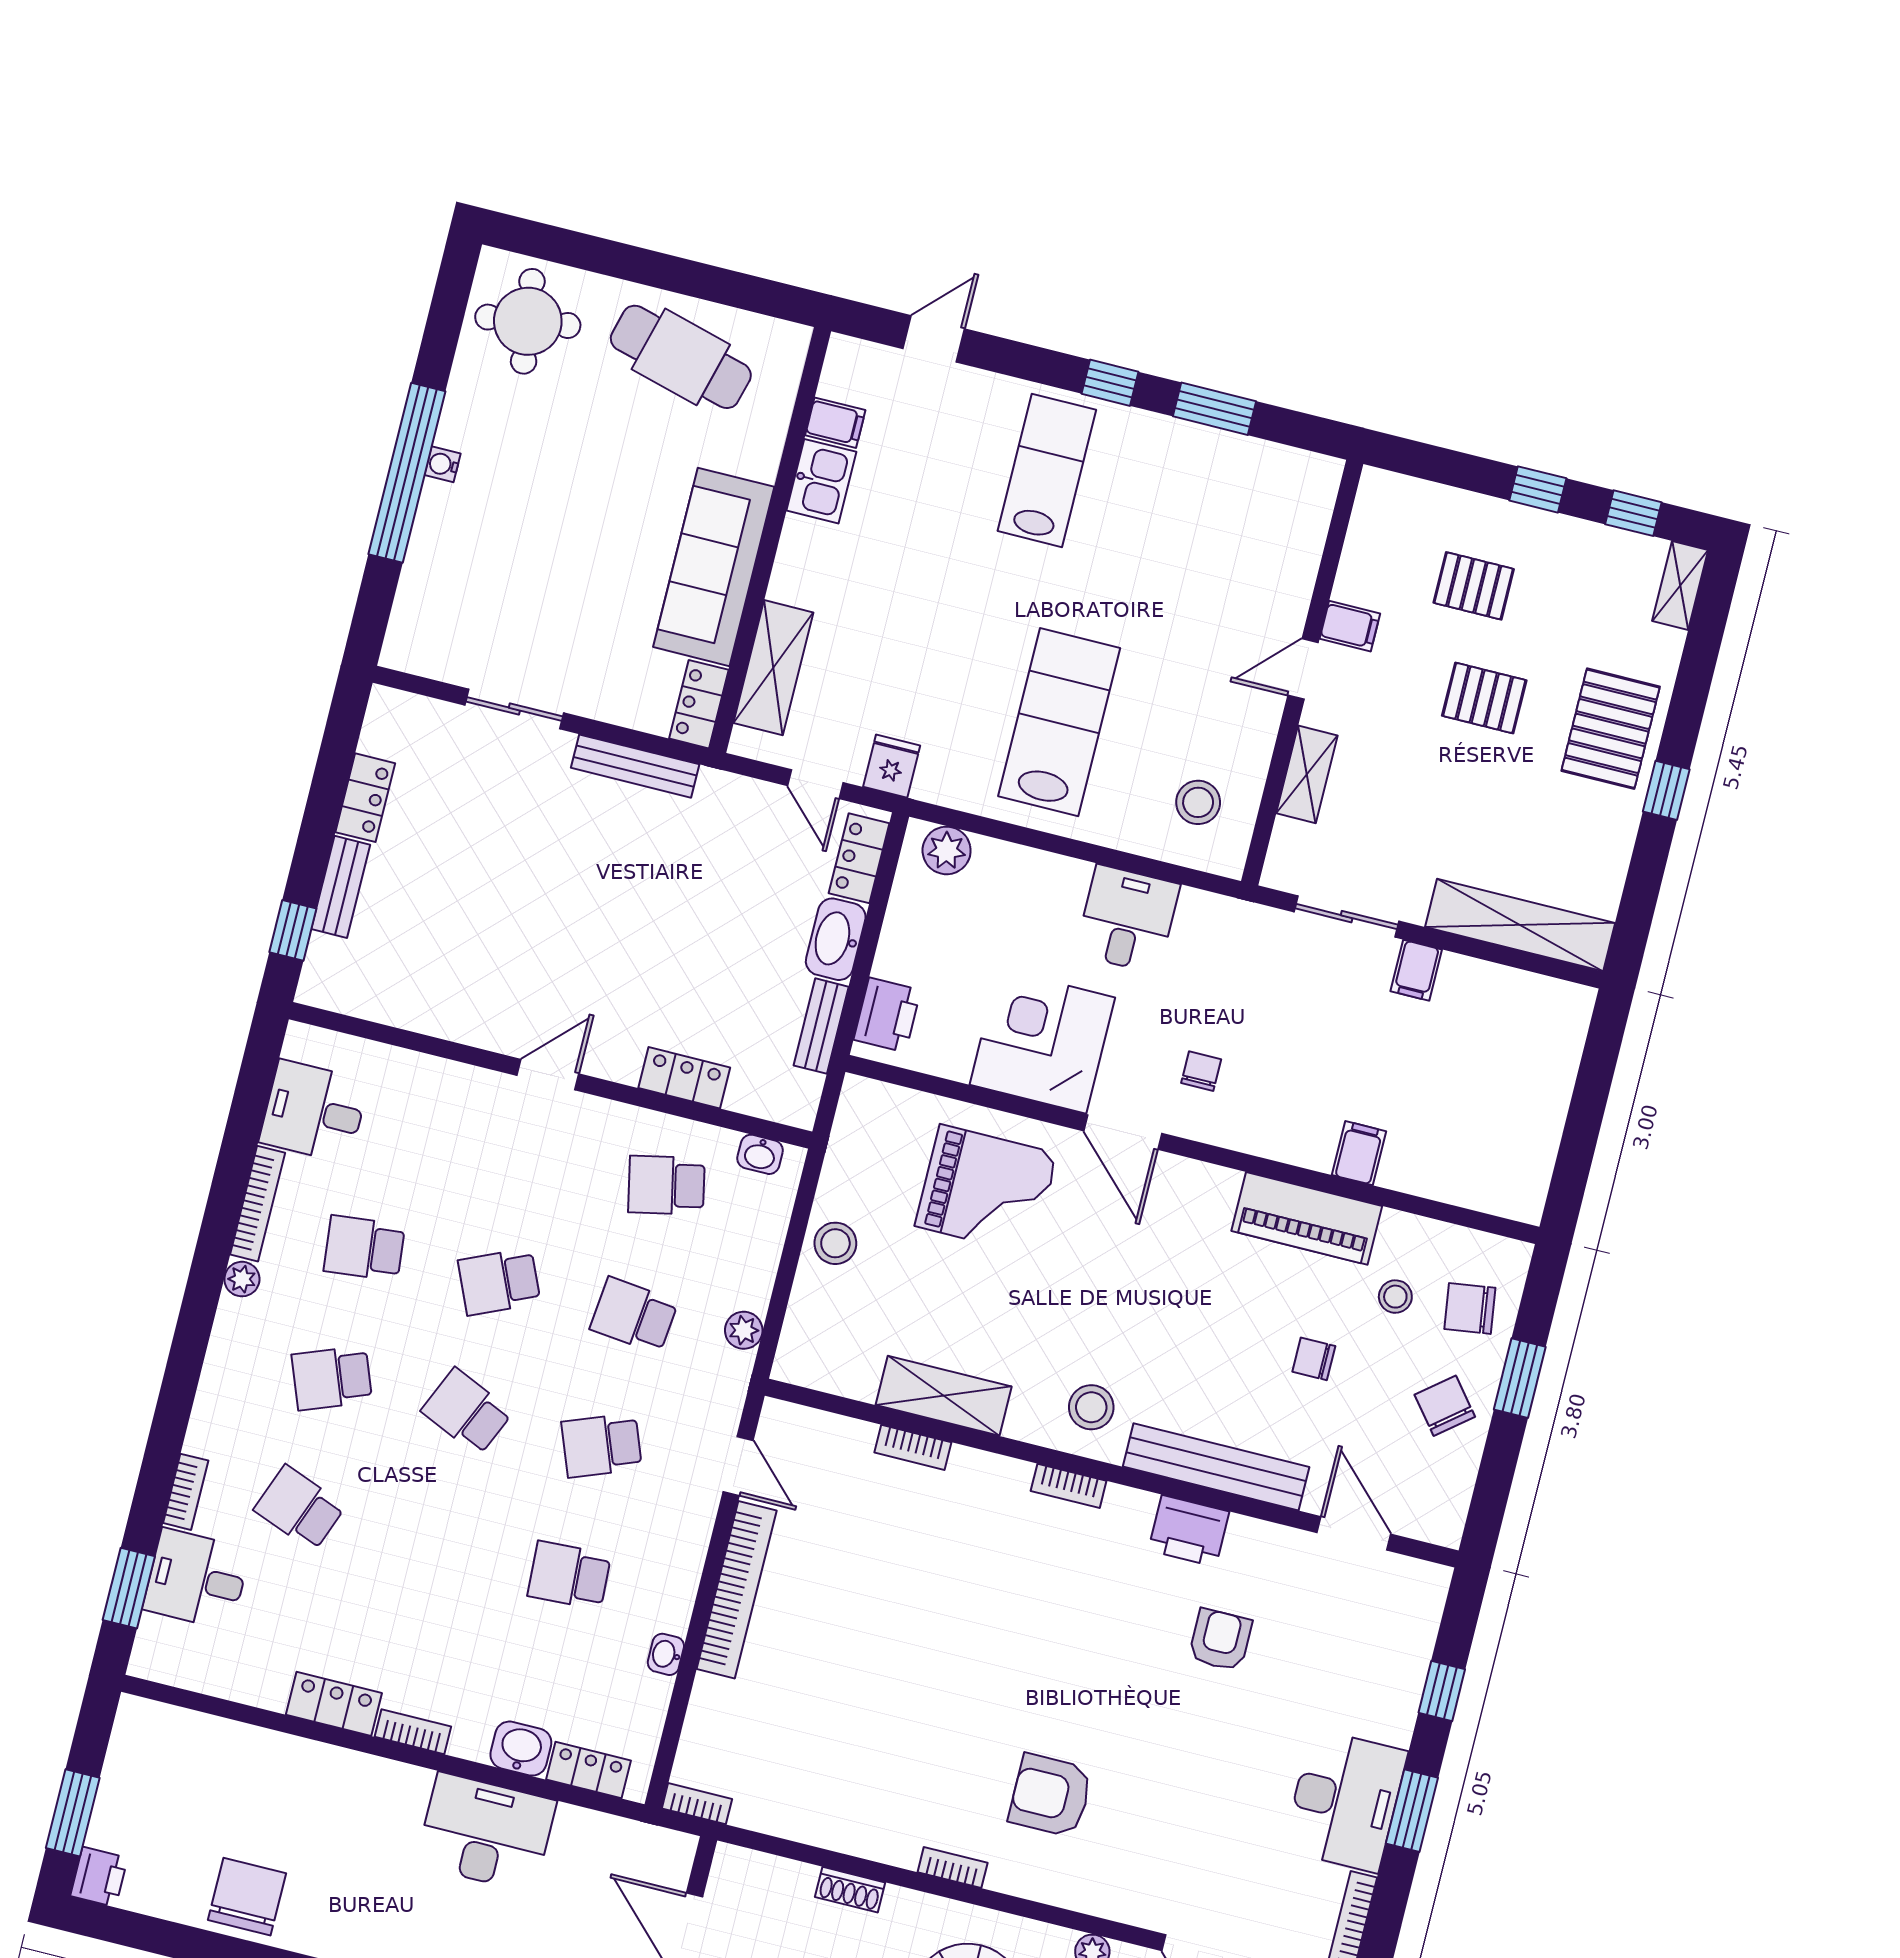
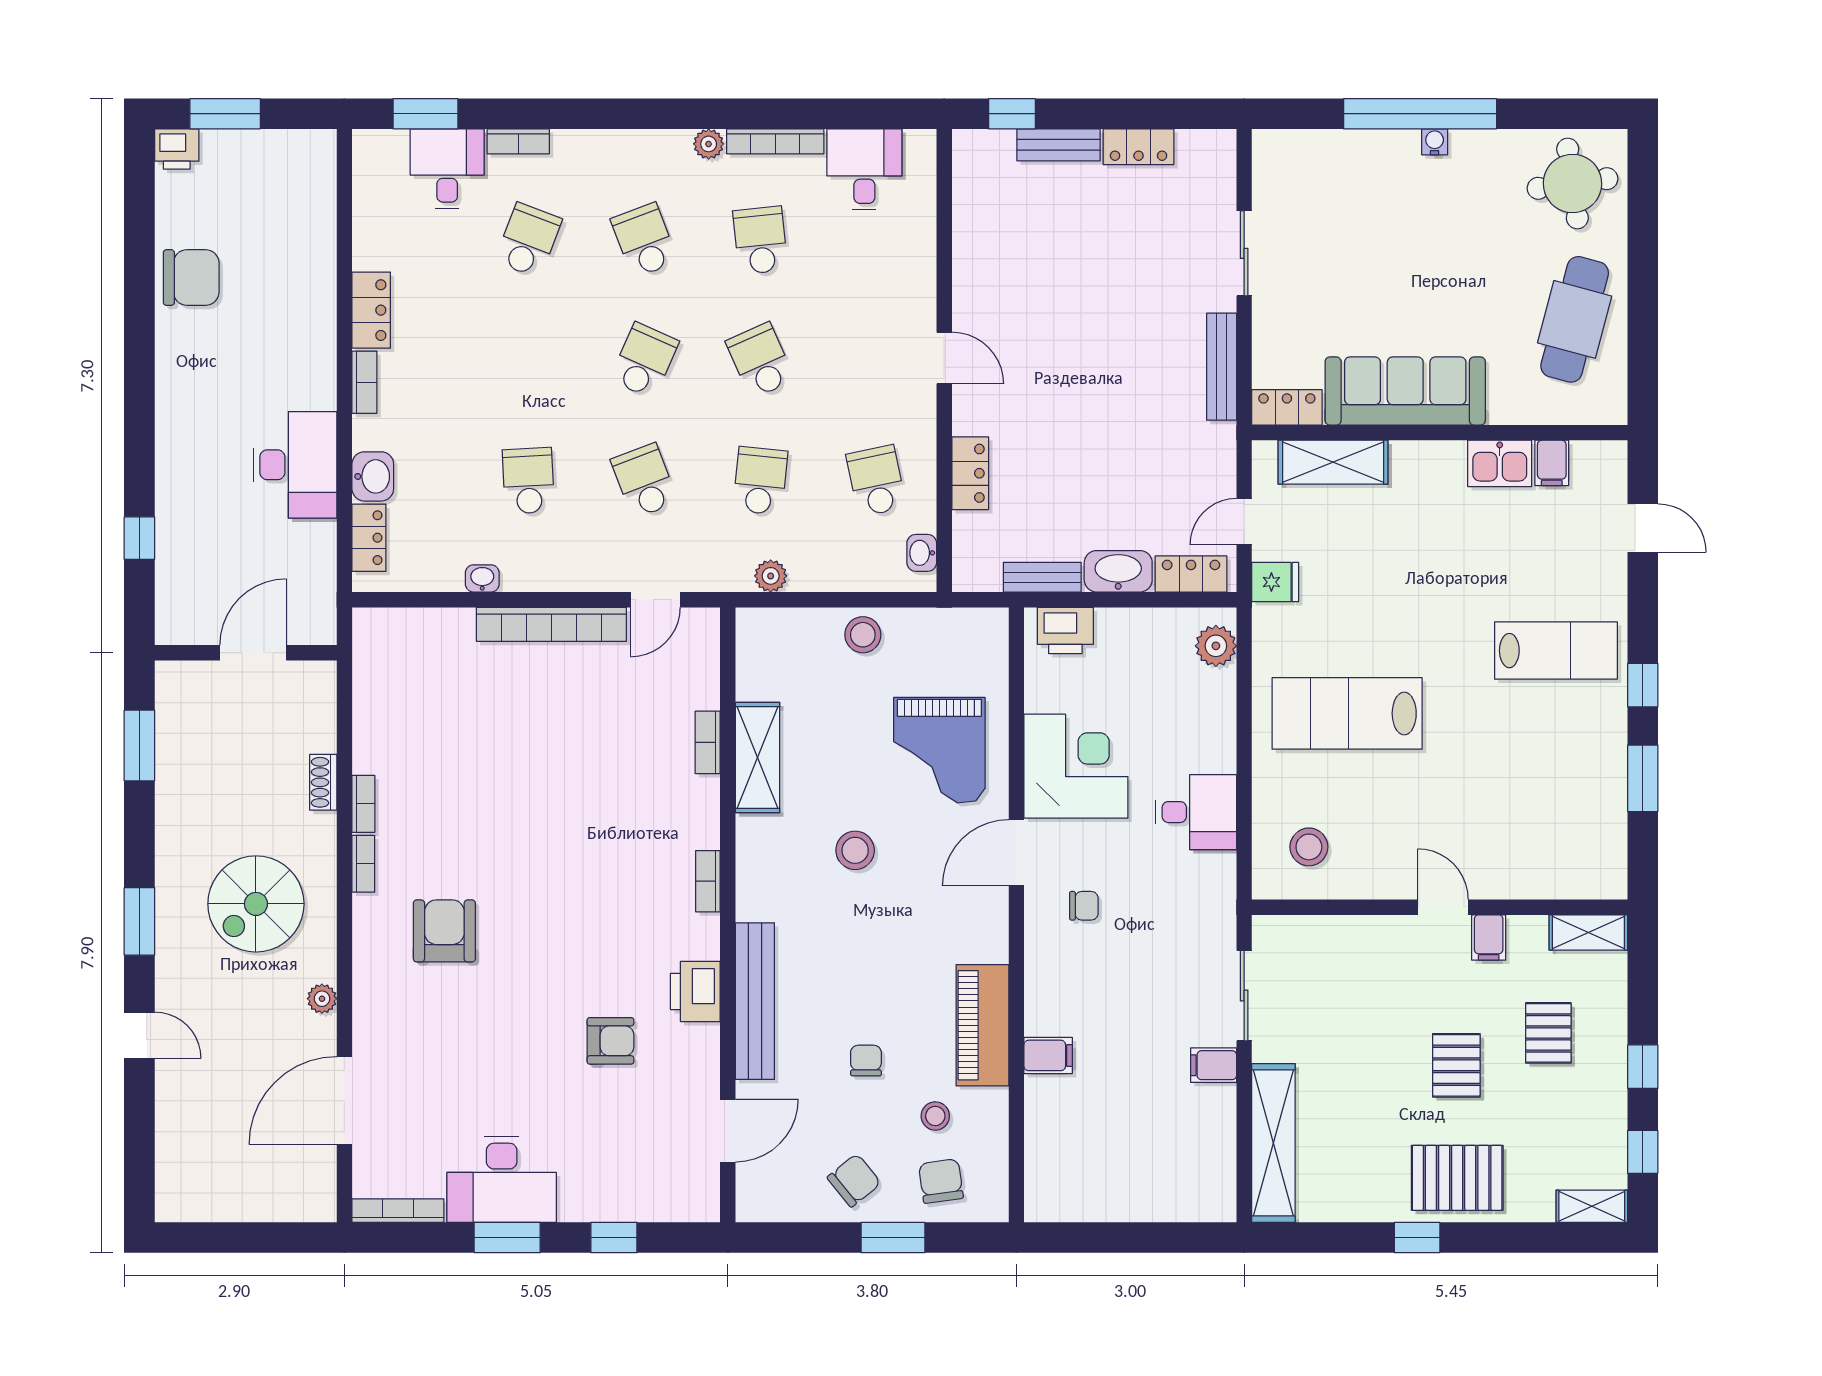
lab bench: (1059, 722) -> (1347, 713), turned 180
shelving: (1307, 774) -> (1588, 932), moved
stool: (1091, 1407) -> (855, 850), moved
bookcase: (697, 1804) -> (363, 804), moved

